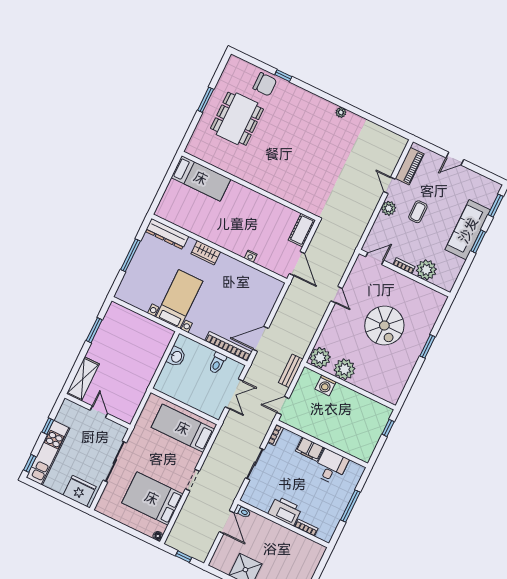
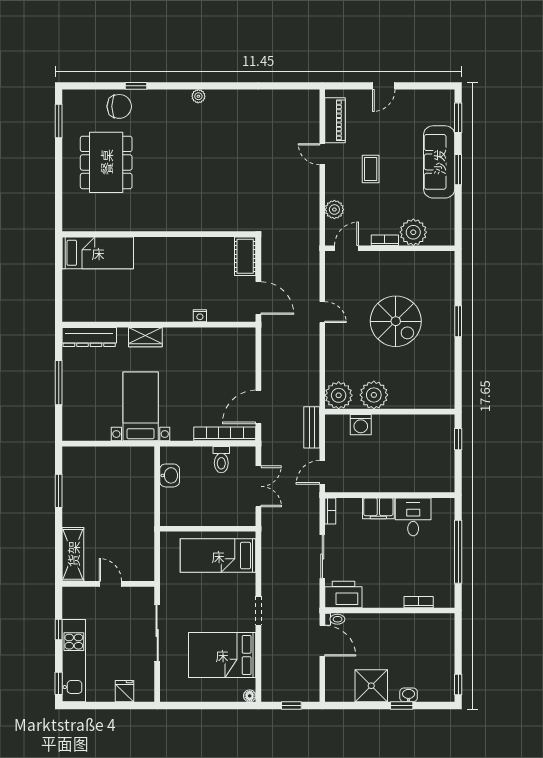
window: (206, 100) -> (59, 121), moved
plant: (341, 112) -> (198, 96), moved
plant: (389, 208) -> (334, 210), moved
fridge: (80, 491) -> (124, 691), width x0.53, depth x0.75
window: (350, 506) -> (458, 552), width x1.46
printer: (285, 511) -> (343, 595), moved

